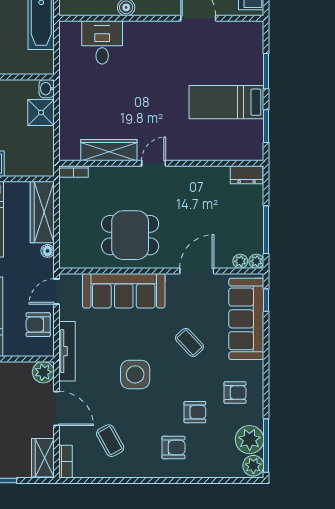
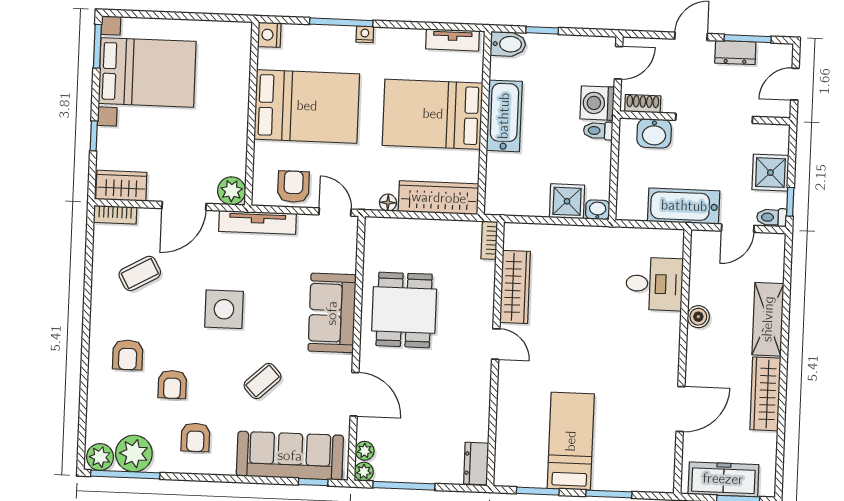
sofa: (124, 291) -> (332, 313), width x0.73

